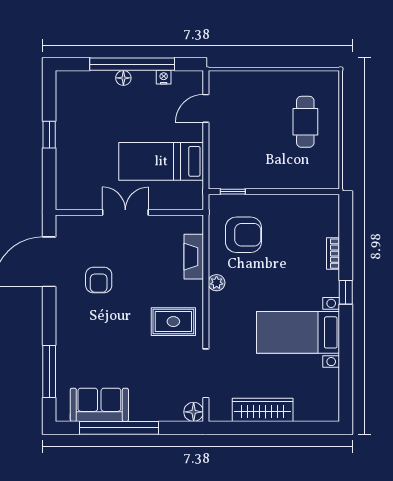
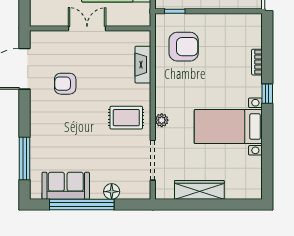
armchair: (99, 280) -> (65, 84), turned 90
plant: (217, 283) -> (162, 120), moved
floor lamp: (194, 412) -> (112, 192), moved

